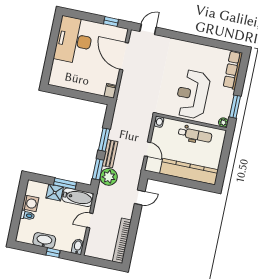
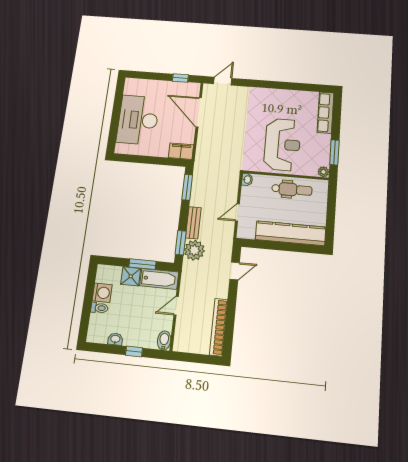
desk: (74, 40) -> (138, 120), moved
filing cabinet: (110, 91) -> (181, 151), width x2.00
reception desk: (192, 94) -> (282, 145), turned 180
window: (104, 140) -> (187, 187), moved
door: (147, 149) -> (237, 212), swing flipped
washbasin: (44, 240) -> (115, 339), width x0.52, depth x0.69

